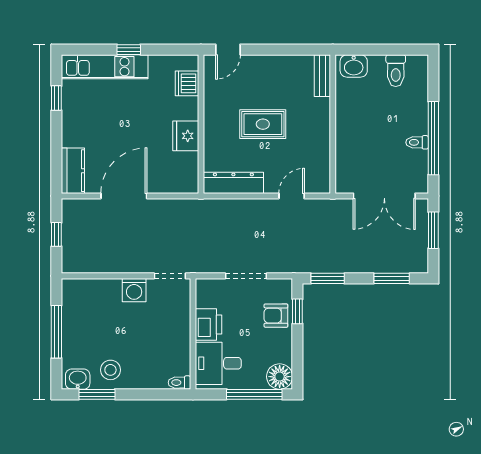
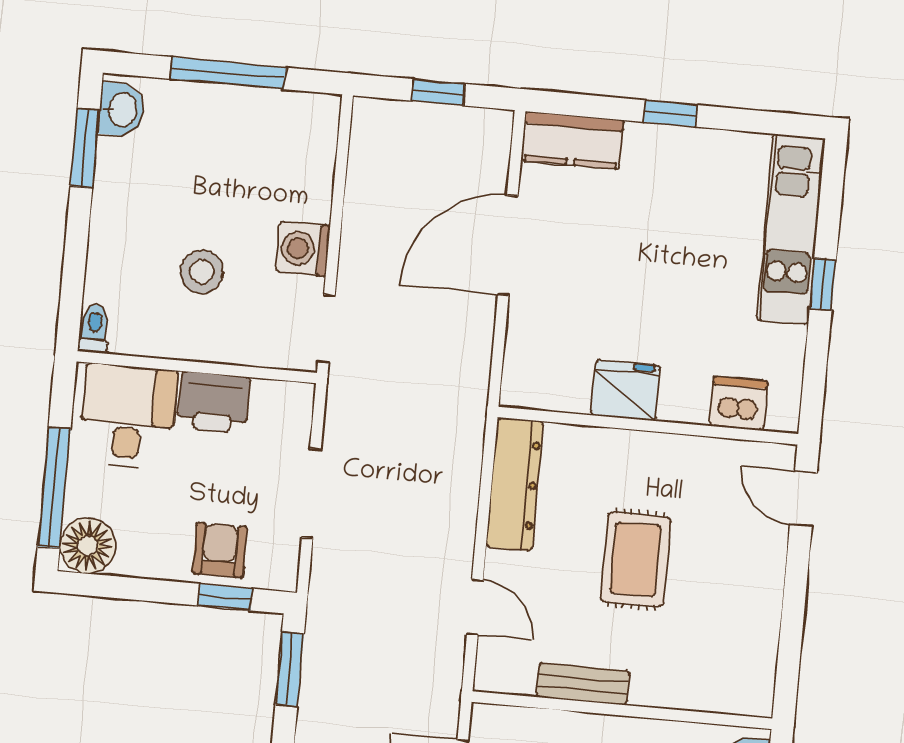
bench: (322, 76) -> (583, 684), moved
window: (56, 98) -> (671, 113), moved
door: (124, 196) -> (508, 245), swing flipped
stool: (110, 370) -> (202, 272), moved

